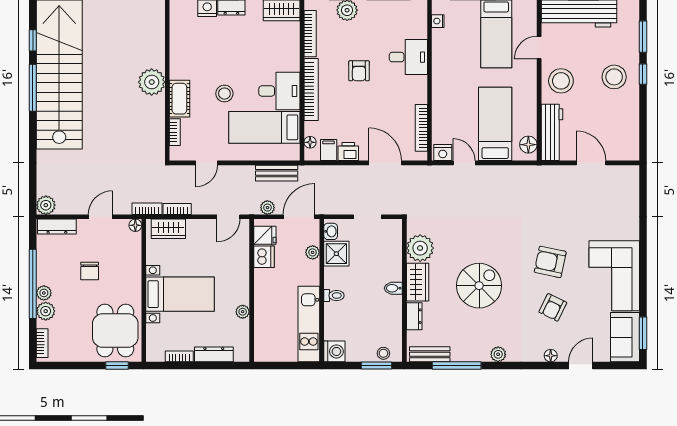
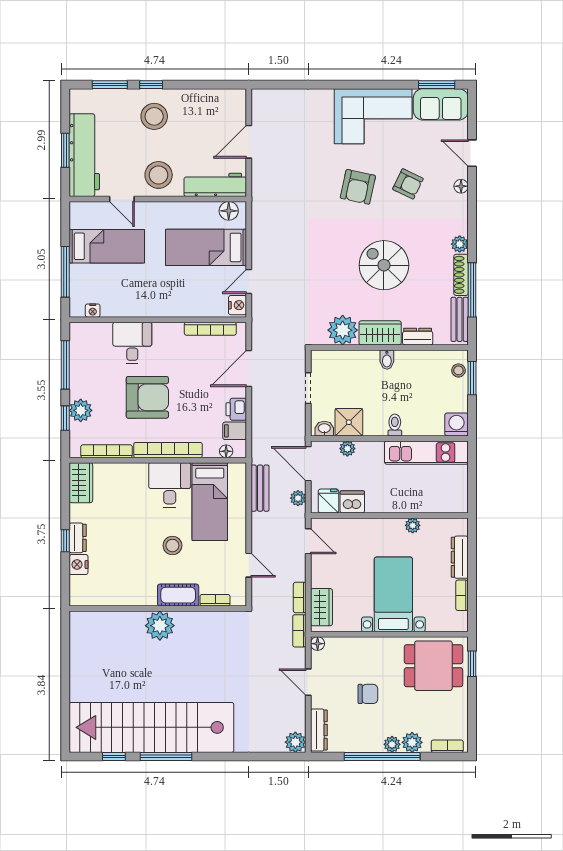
armchair: (359, 71) -> (147, 397), width x1.88, depth x1.88
shoe rack: (470, 356) -> (461, 275), added

